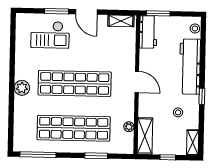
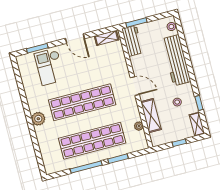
window: (57, 11) -> (37, 48), moved
checkout: (50, 35) -> (50, 67), turned 90
window: (202, 96) -> (199, 103), moved
shelving: (145, 136) -> (151, 116), moved
window: (38, 155) -> (86, 167), moved

